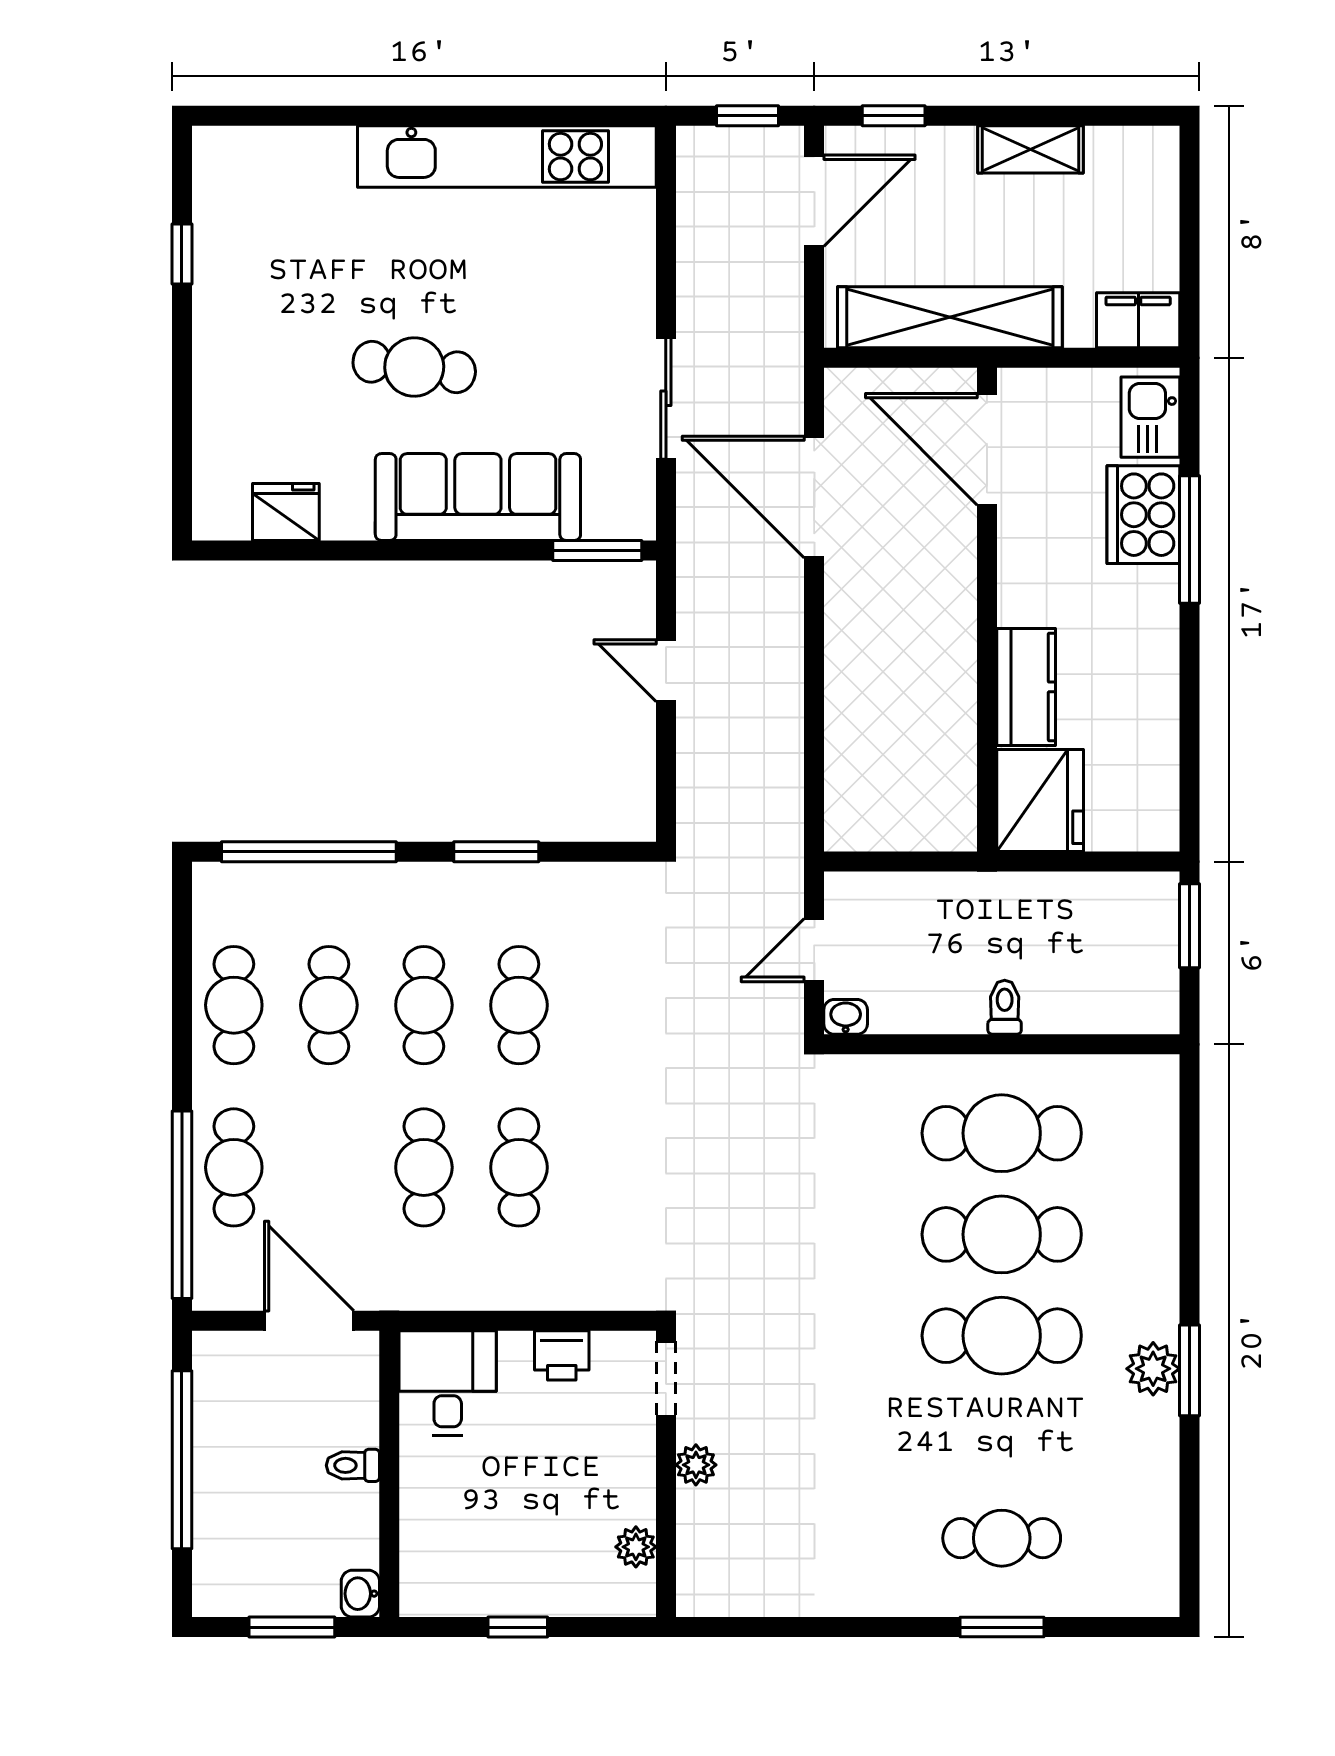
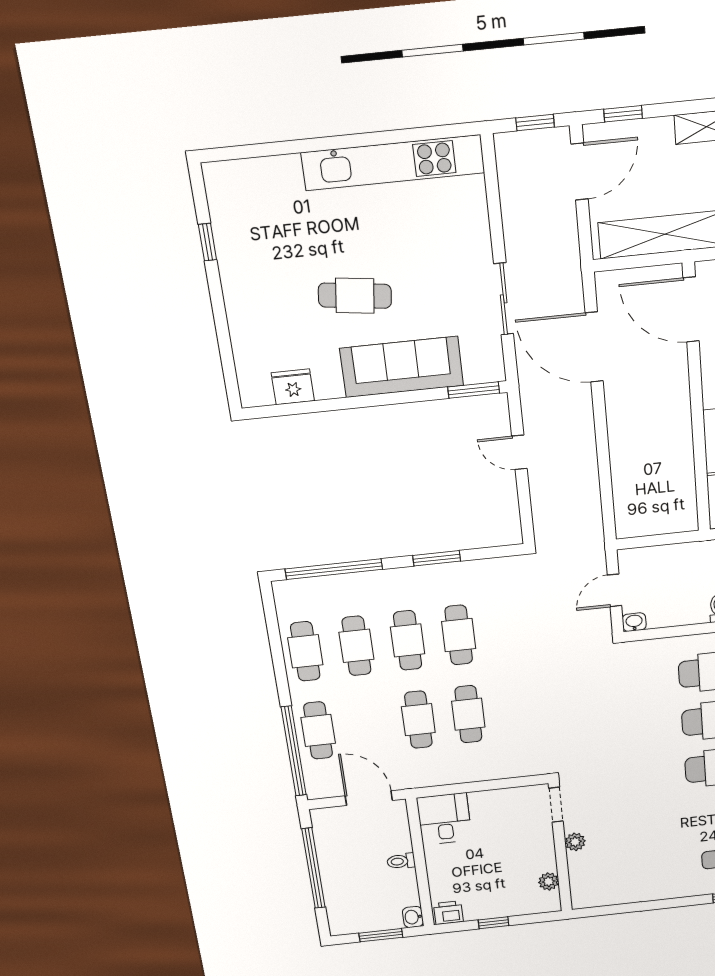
printer: (562, 1355) -> (448, 913), moved, turned 180

